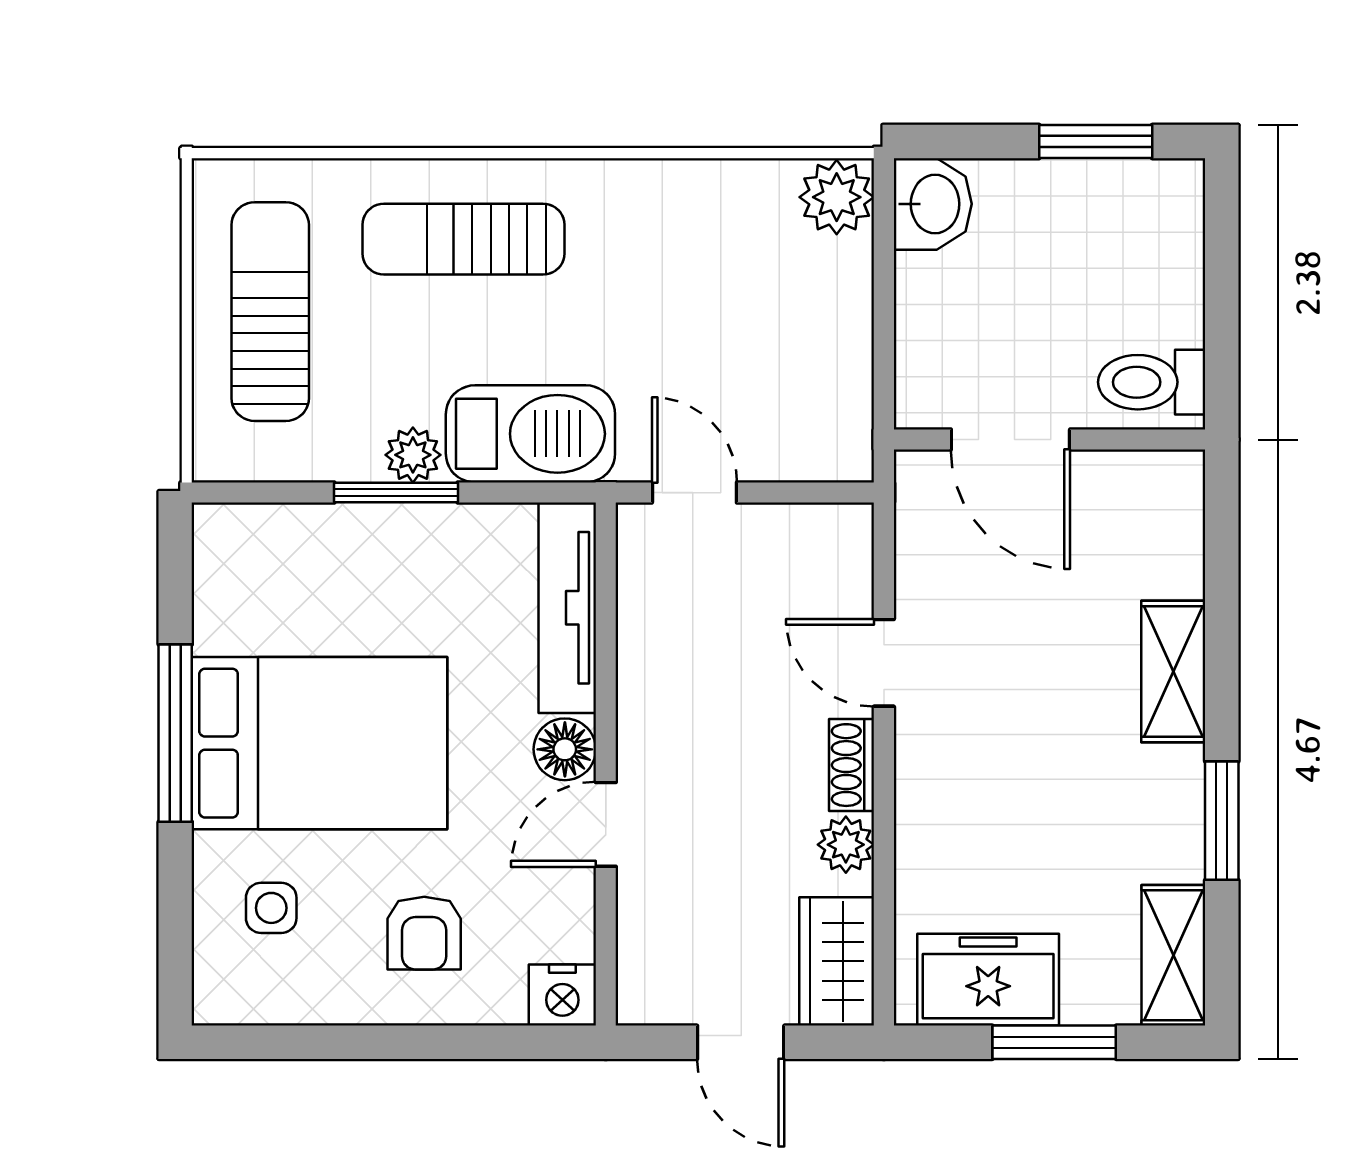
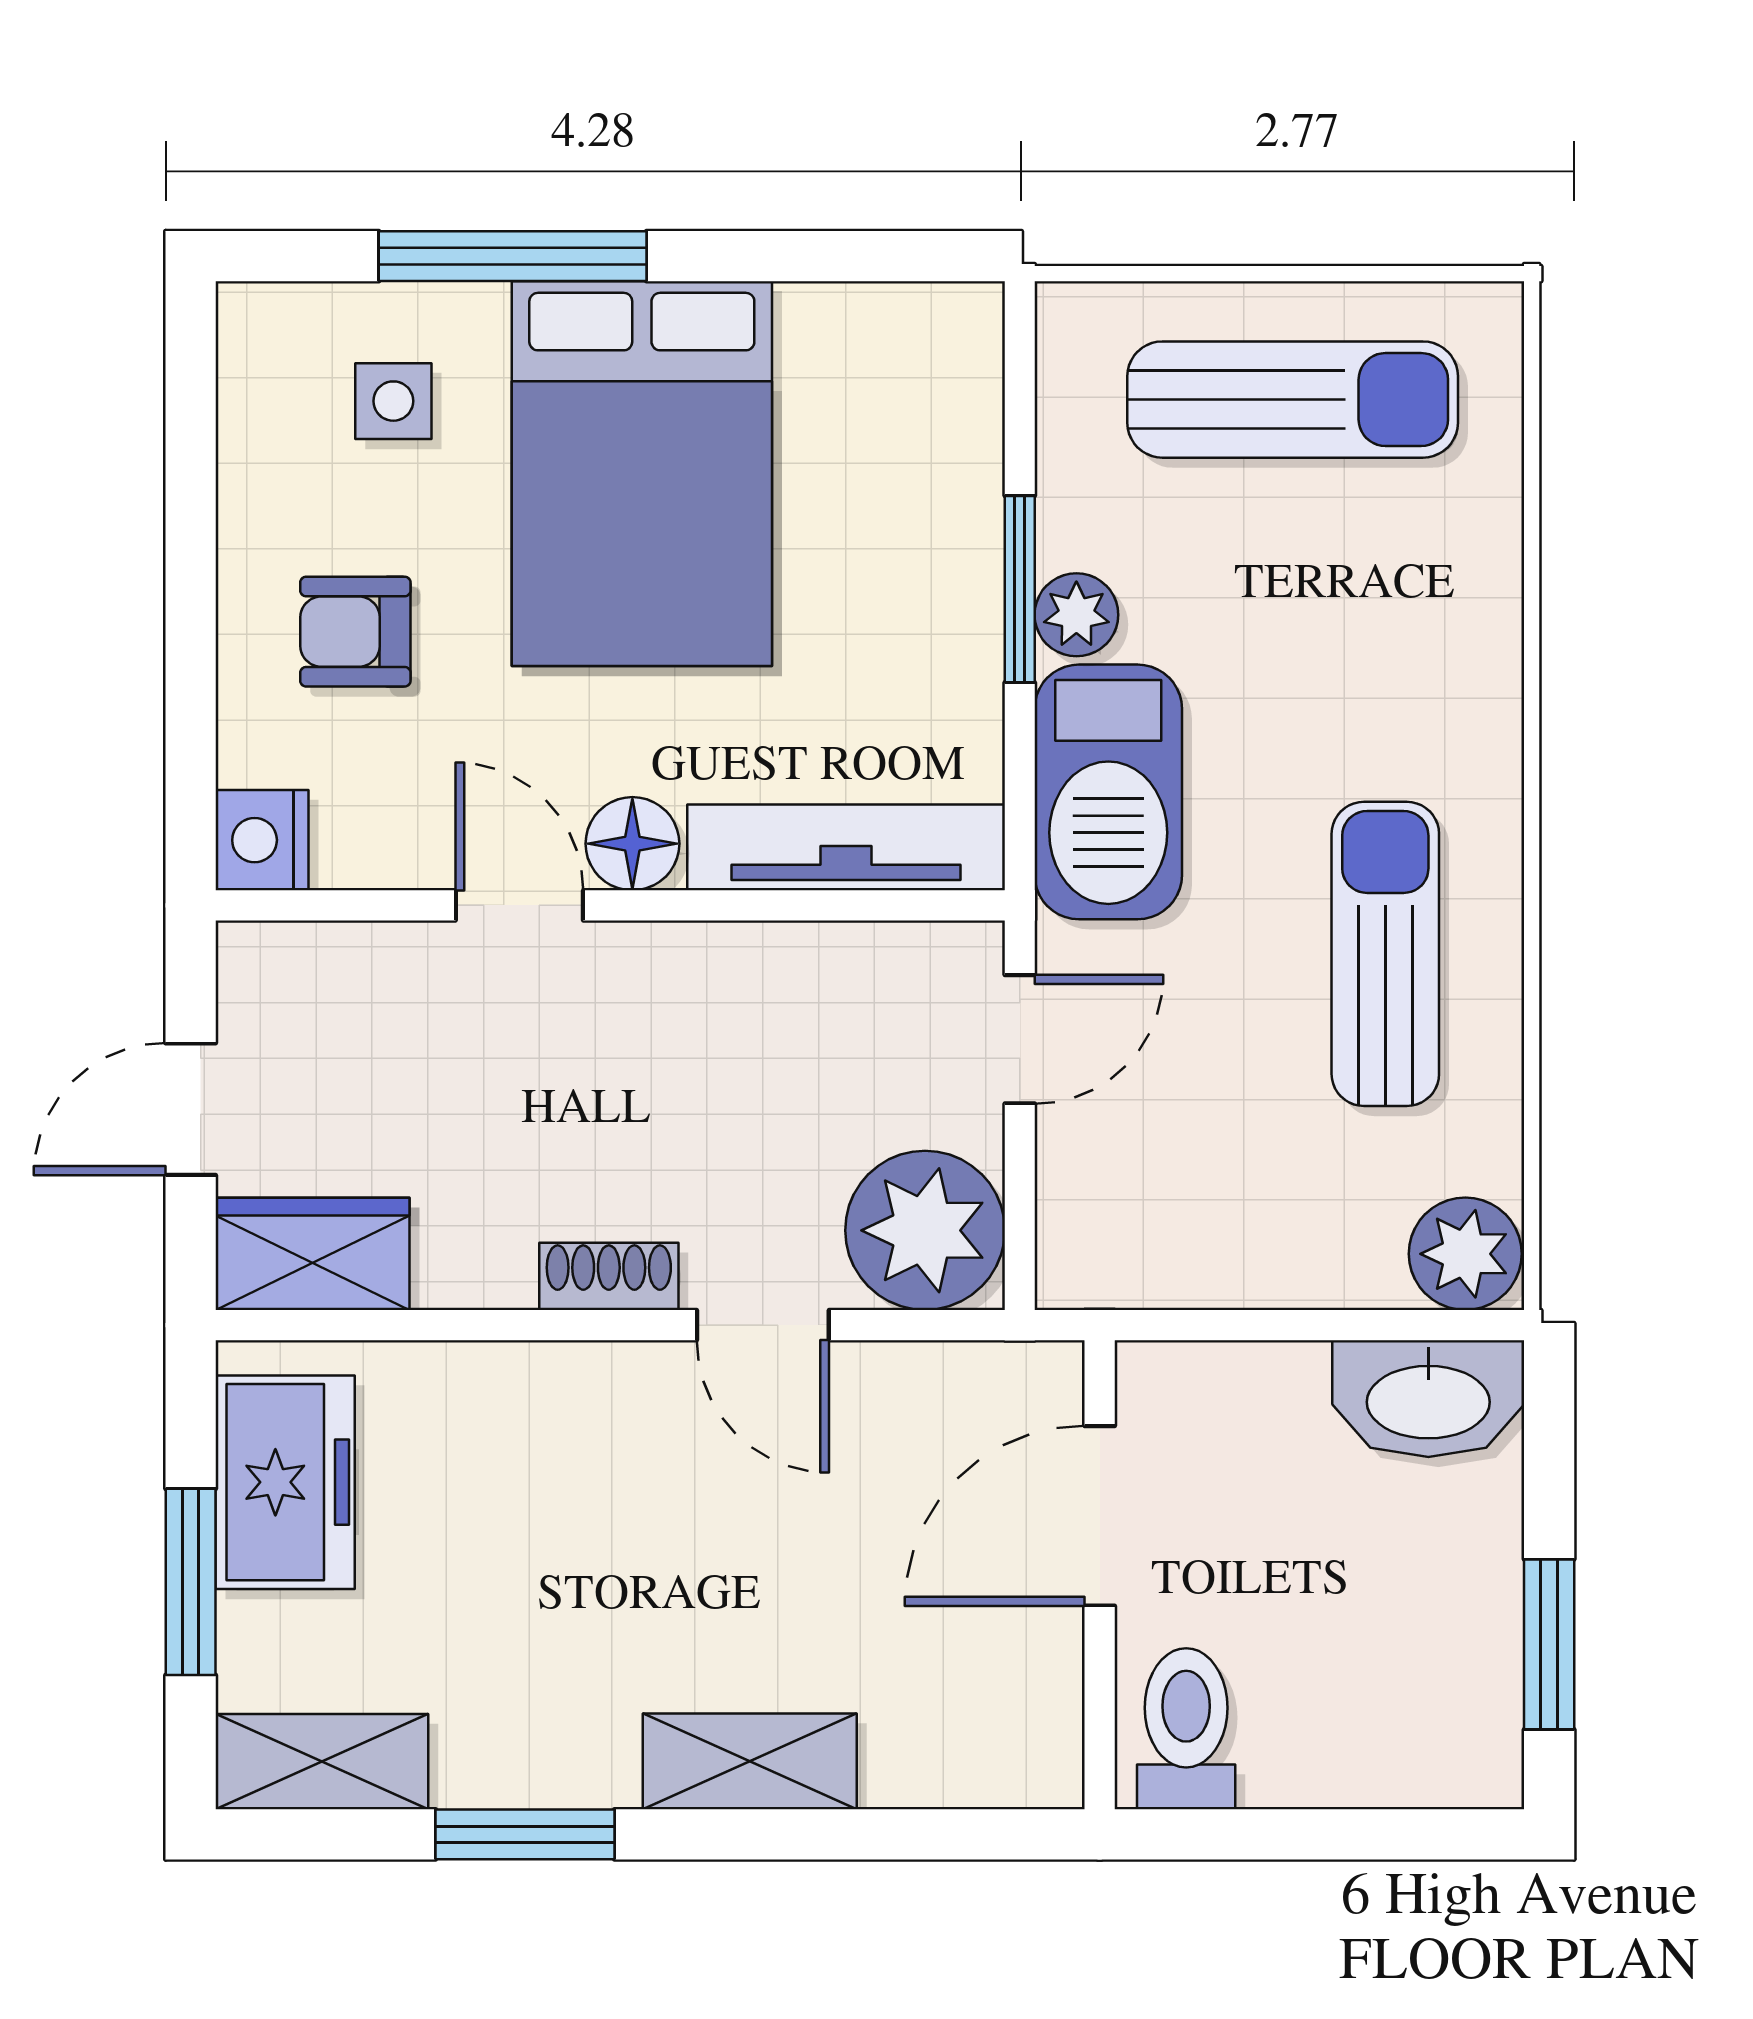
washbasin: (933, 204) -> (1428, 1399), width x1.38
sun lounger: (463, 239) -> (1385, 954), moved
door: (884, 663) -> (763, 1325), swing flipped
window: (175, 733) -> (513, 256), moved
plant: (846, 845) -> (925, 1230), moved, width x1.88, depth x1.88

